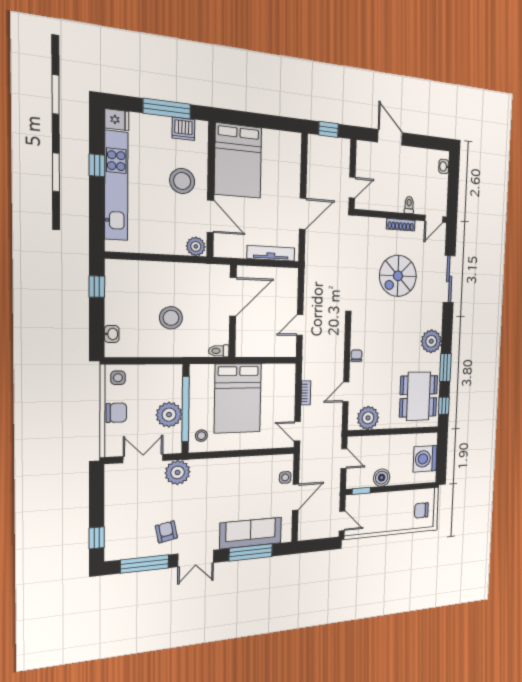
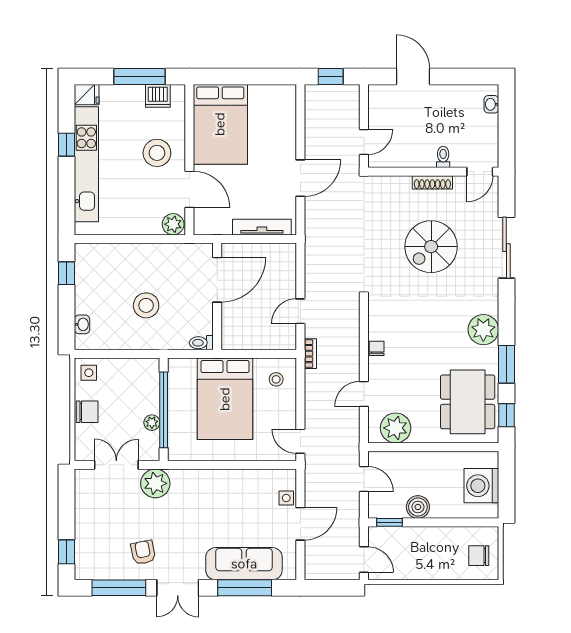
bookcase: (306, 393) -> (310, 354), moved
plant: (169, 415) -> (152, 423), width x0.53, depth x0.53
stool: (201, 436) -> (276, 379), moved

